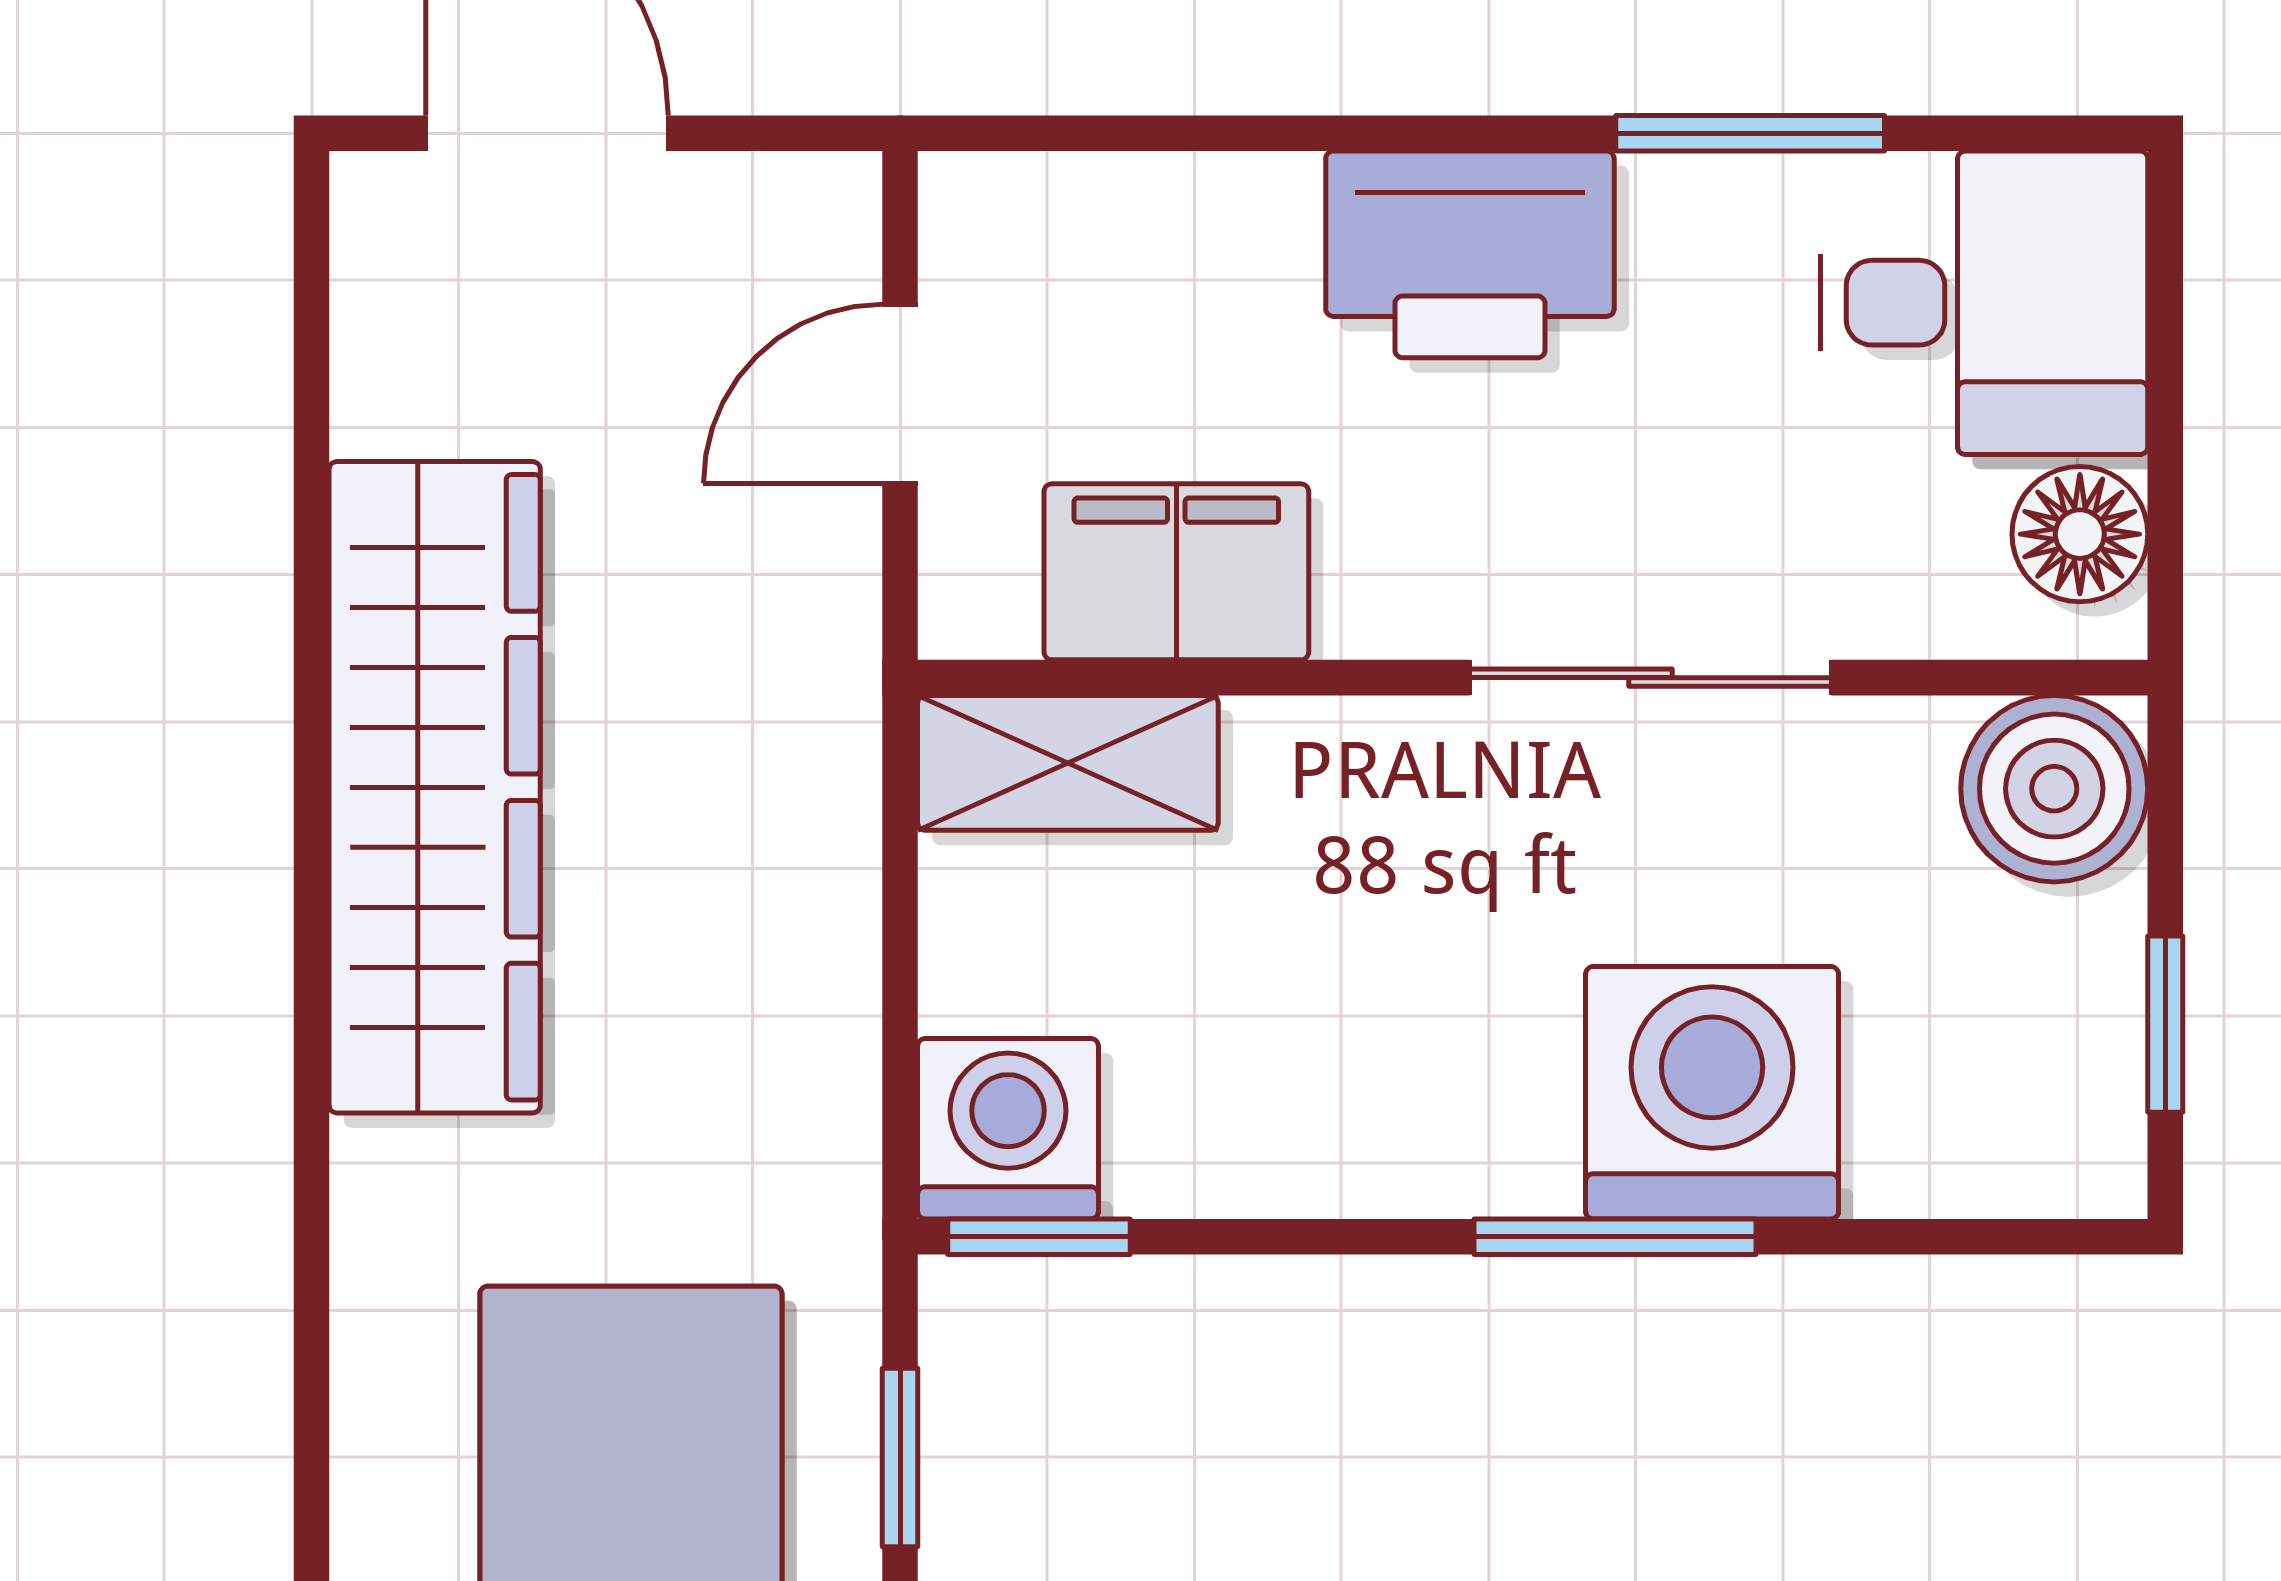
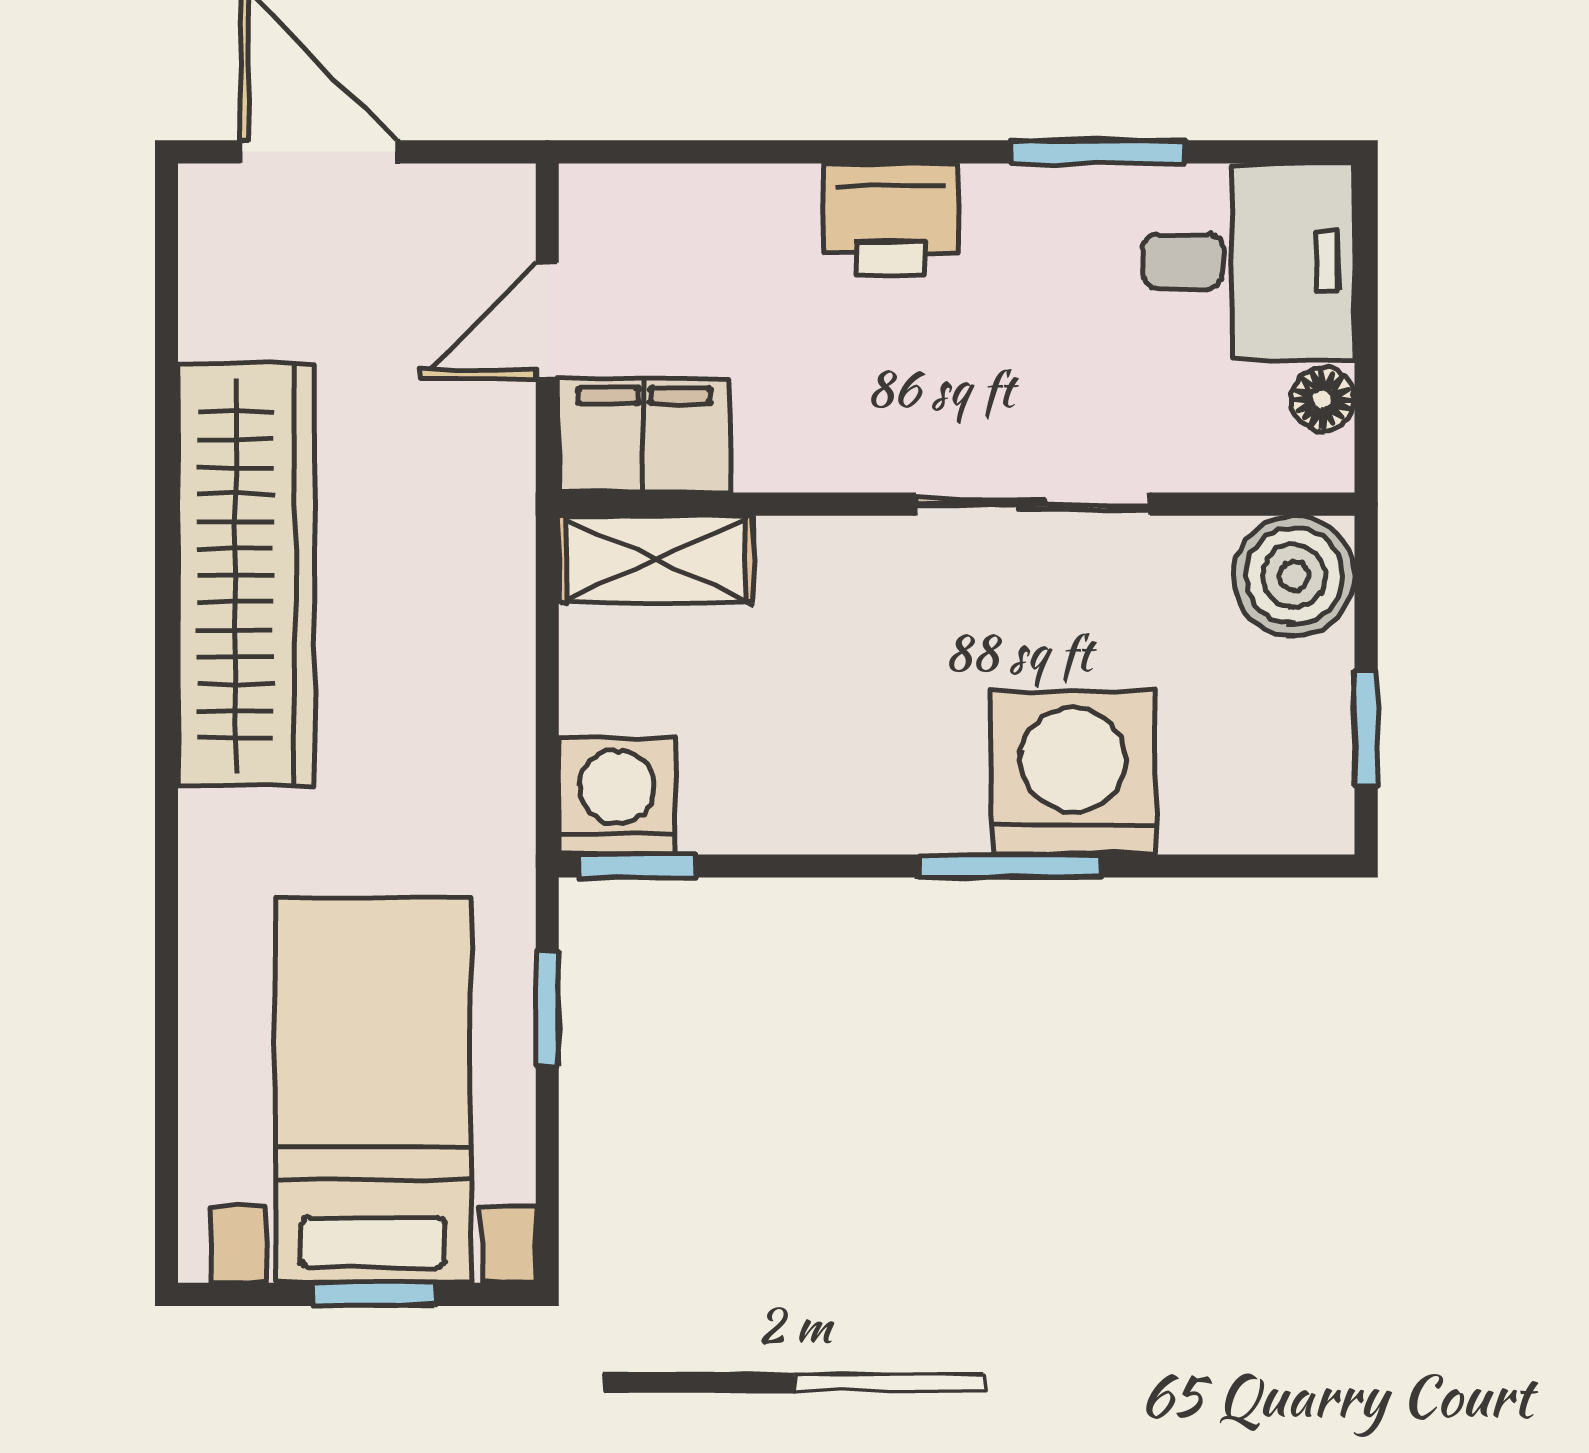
printer: (1470, 254) -> (891, 219), width x0.73, depth x0.84
floor lamp: (2080, 534) -> (1323, 399), width x0.73, depth x0.73
filing cabinet: (1176, 572) -> (644, 436), moved

